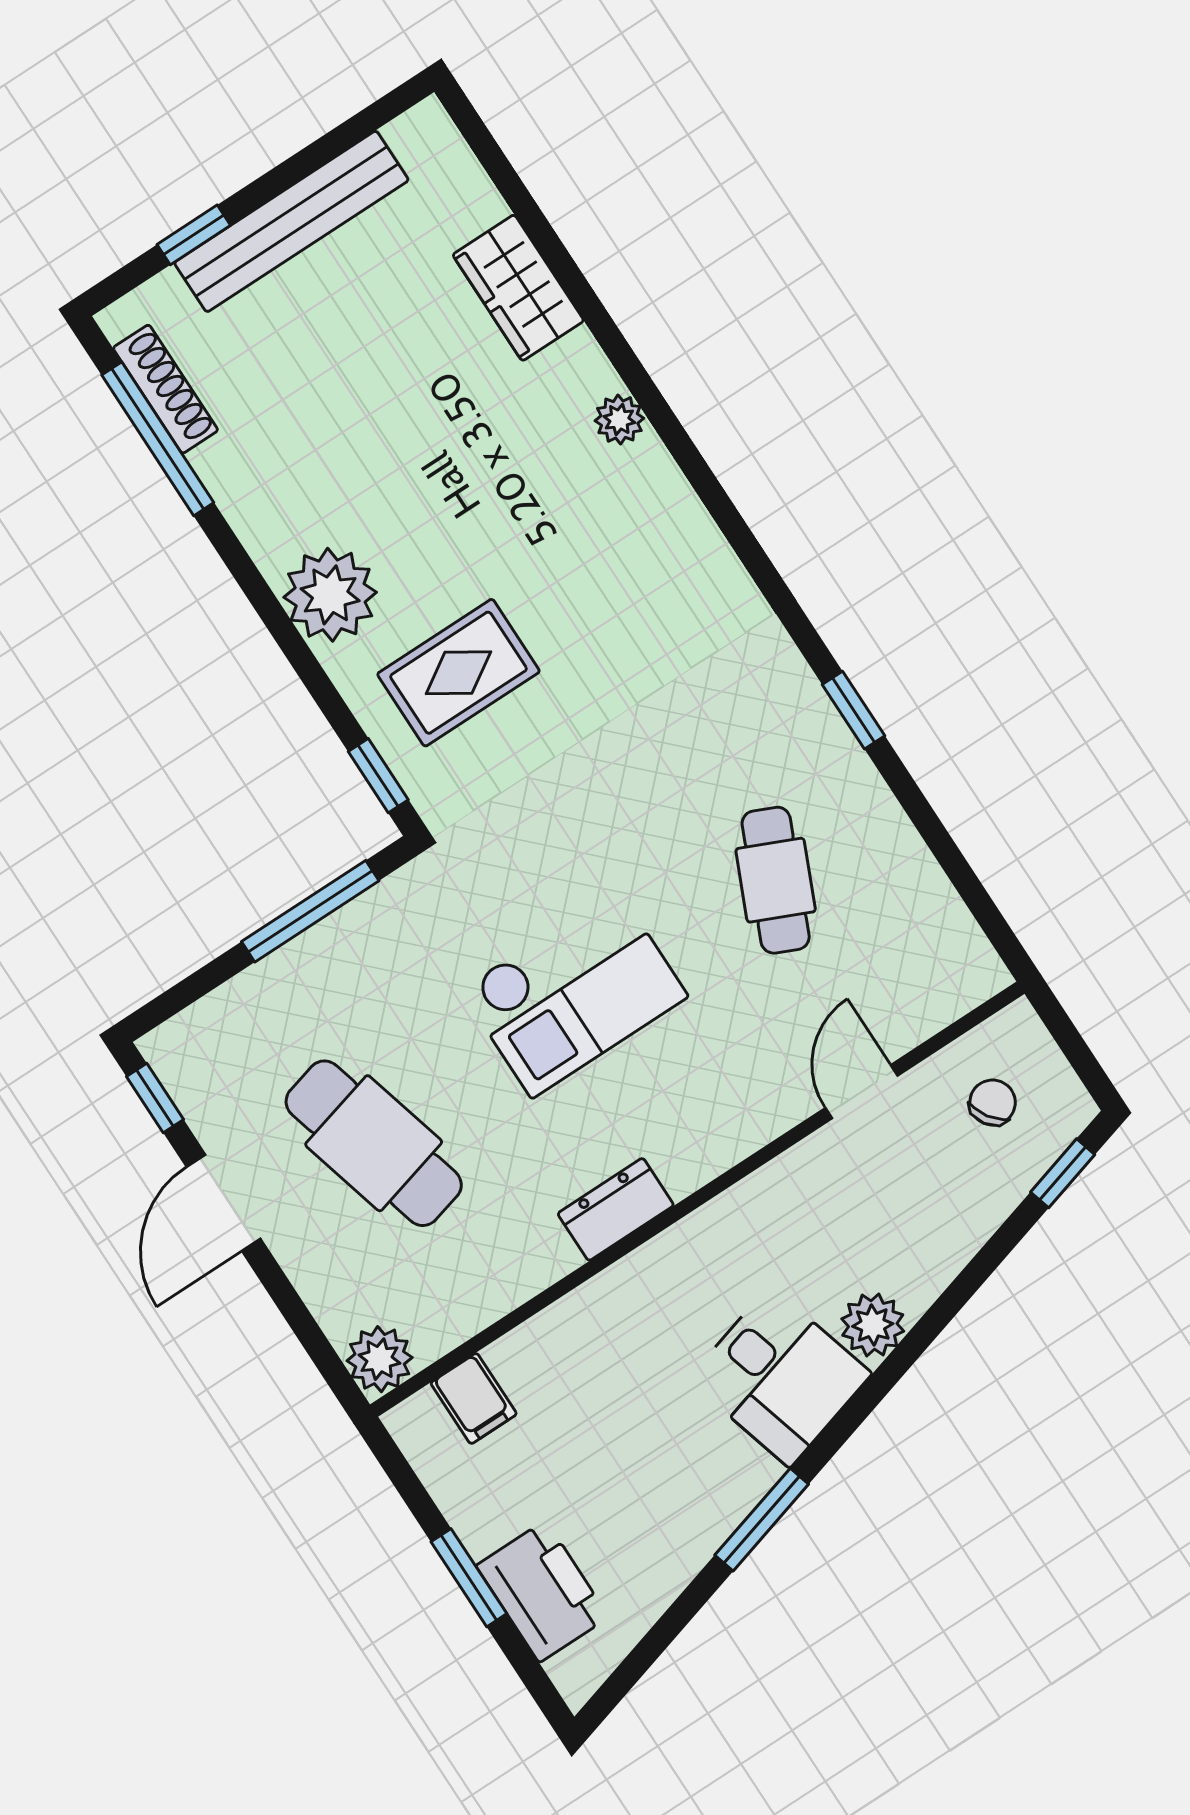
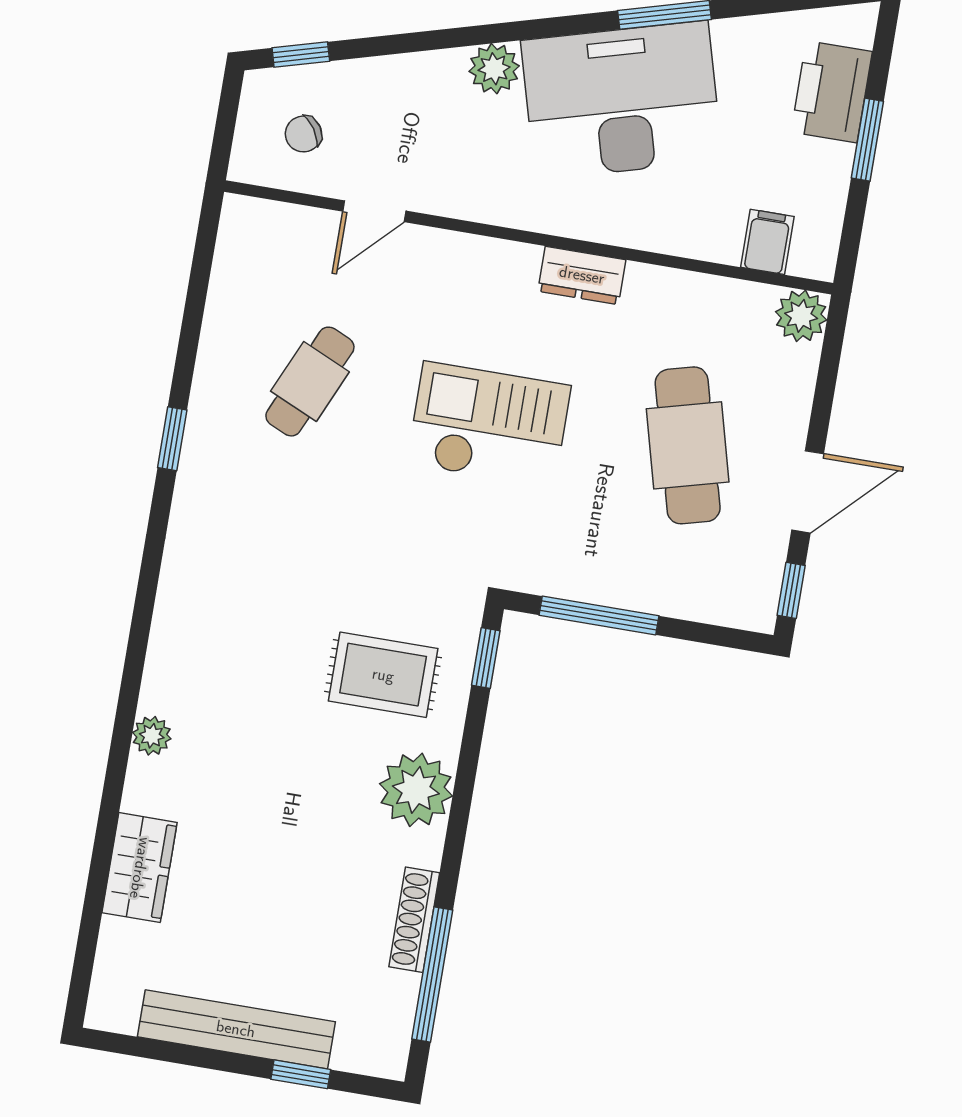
shoe rack: (166, 389) -> (414, 920), moved
desk: (780, 1376) -> (622, 100), width x1.87, depth x1.30

